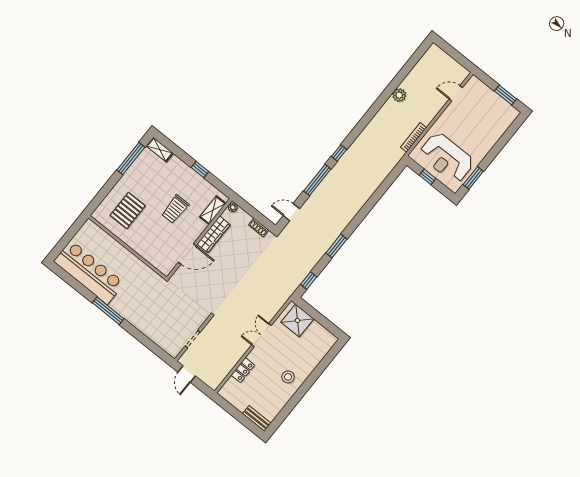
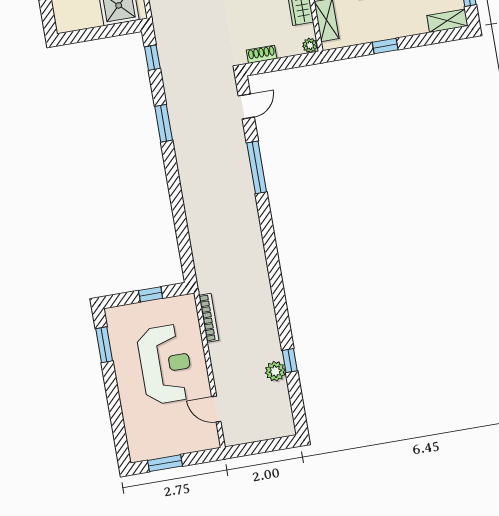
door: (456, 93) -> (216, 409), swing flipped
plant: (399, 95) -> (275, 371), moved
window: (339, 153) -> (290, 361), moved
reception desk: (447, 158) -> (166, 364), moved, turned 90

